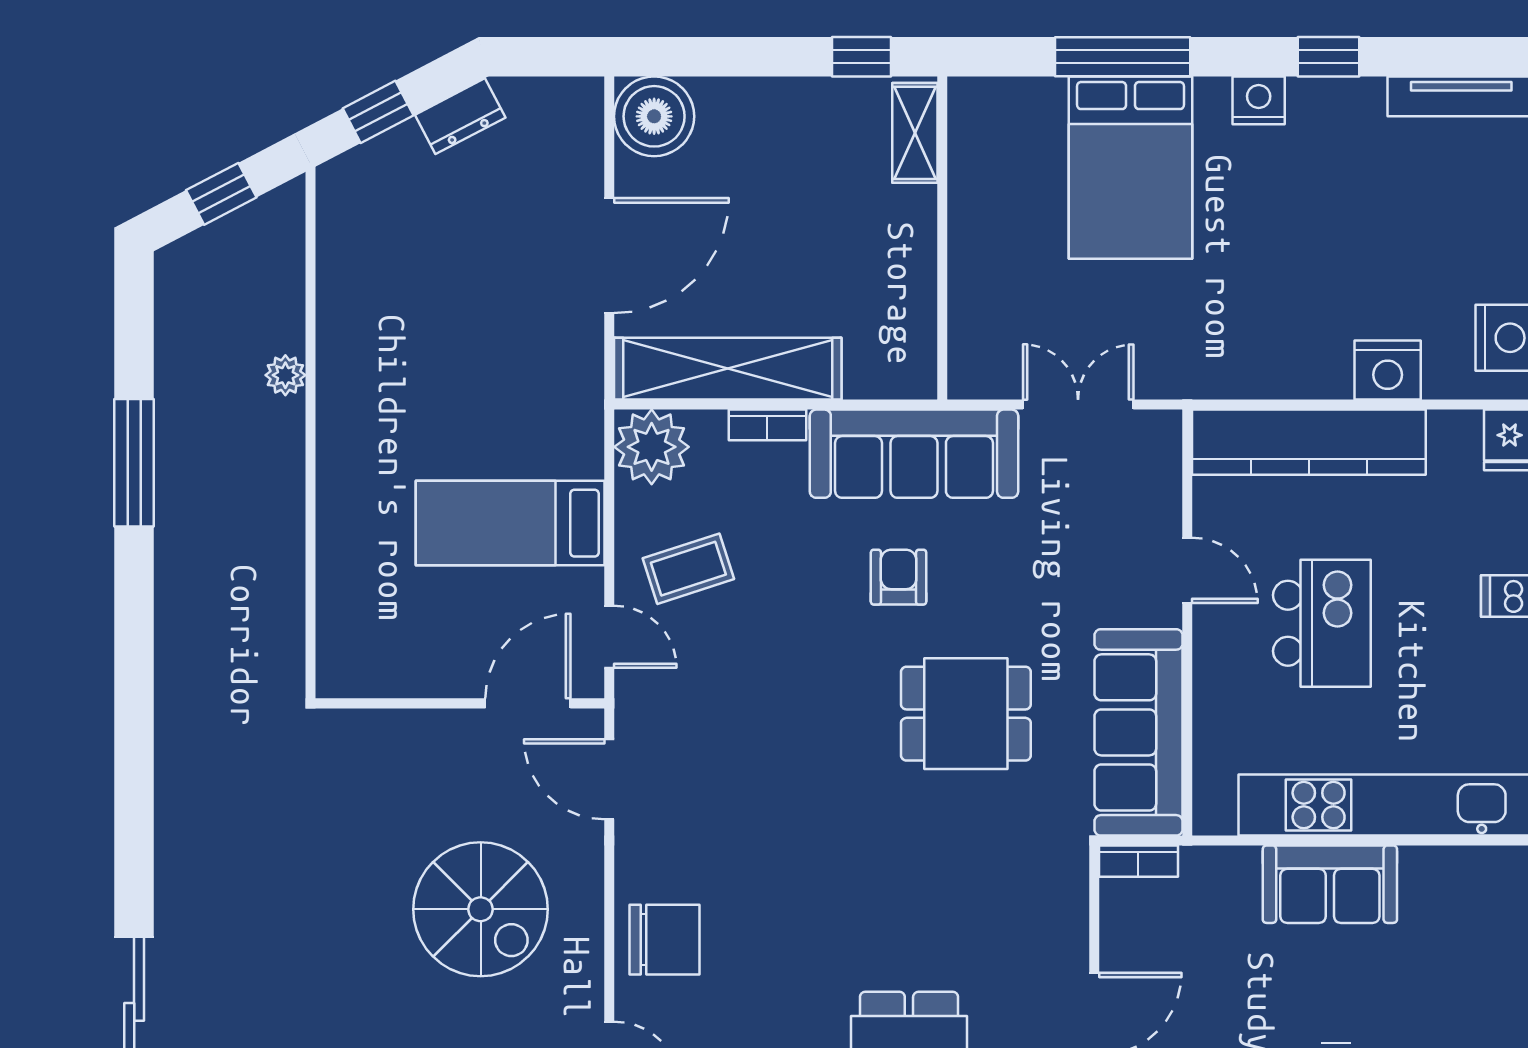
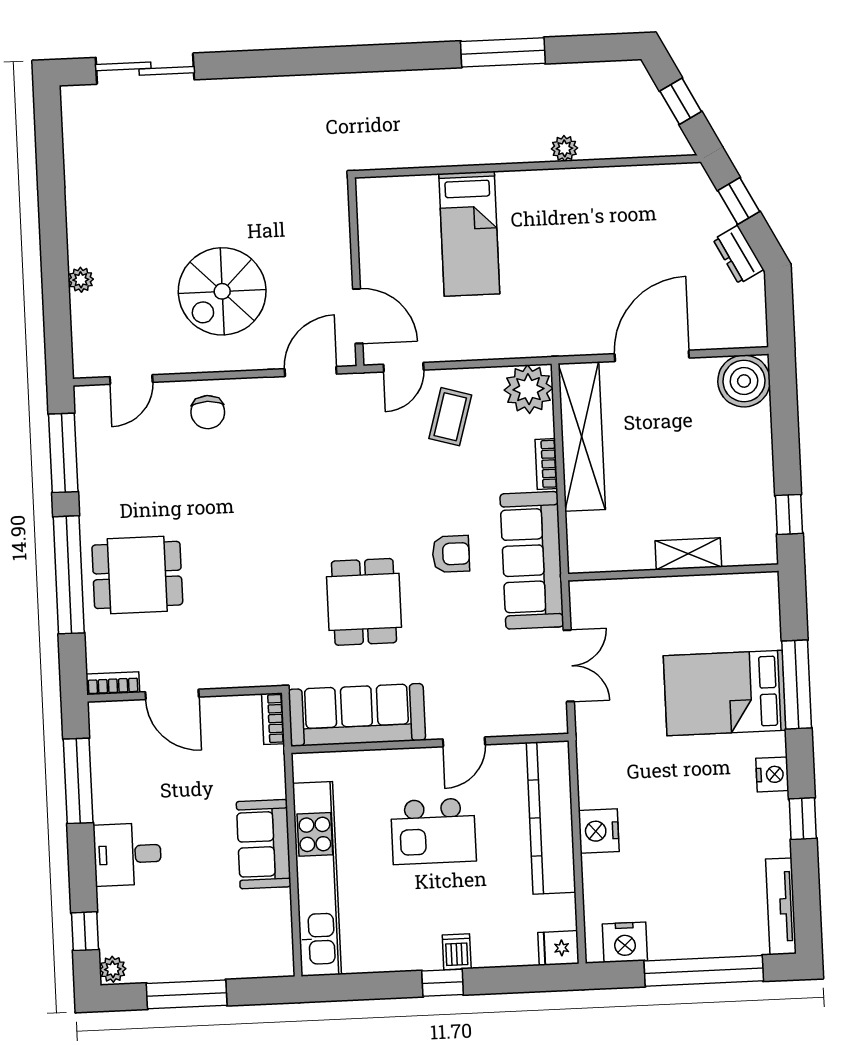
shelving: (915, 133) -> (688, 554), moved
door: (609, 256) -> (652, 356), swing flipped
nightstand: (1388, 370) -> (599, 831), moved
bed: (510, 523) -> (469, 234), moved, turned 180
coffee table: (688, 569) -> (450, 417), turned 34
chair: (664, 940) -> (208, 412), width x0.73, depth x0.73

